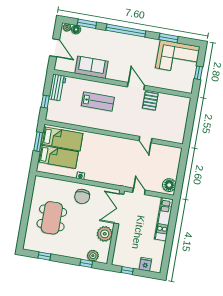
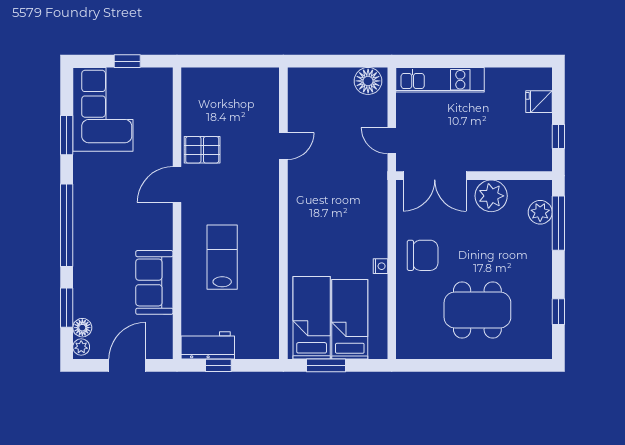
window: (45, 102) -> (218, 365), moved
door: (139, 191) -> (392, 141), hinge flipped
window: (86, 263) -> (558, 223), width x2.17

